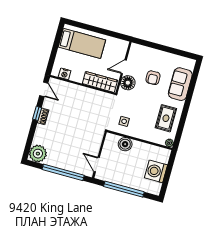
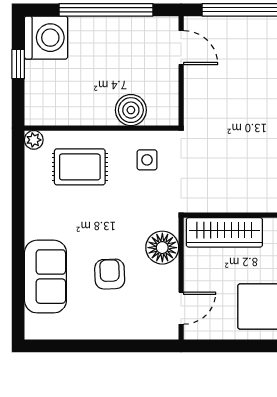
door: (124, 67) -> (181, 308), moved
rug: (166, 118) -> (80, 167), moved, turned 90
washing machine: (156, 171) -> (46, 38), moved
window: (167, 177) -> (18, 64), added

